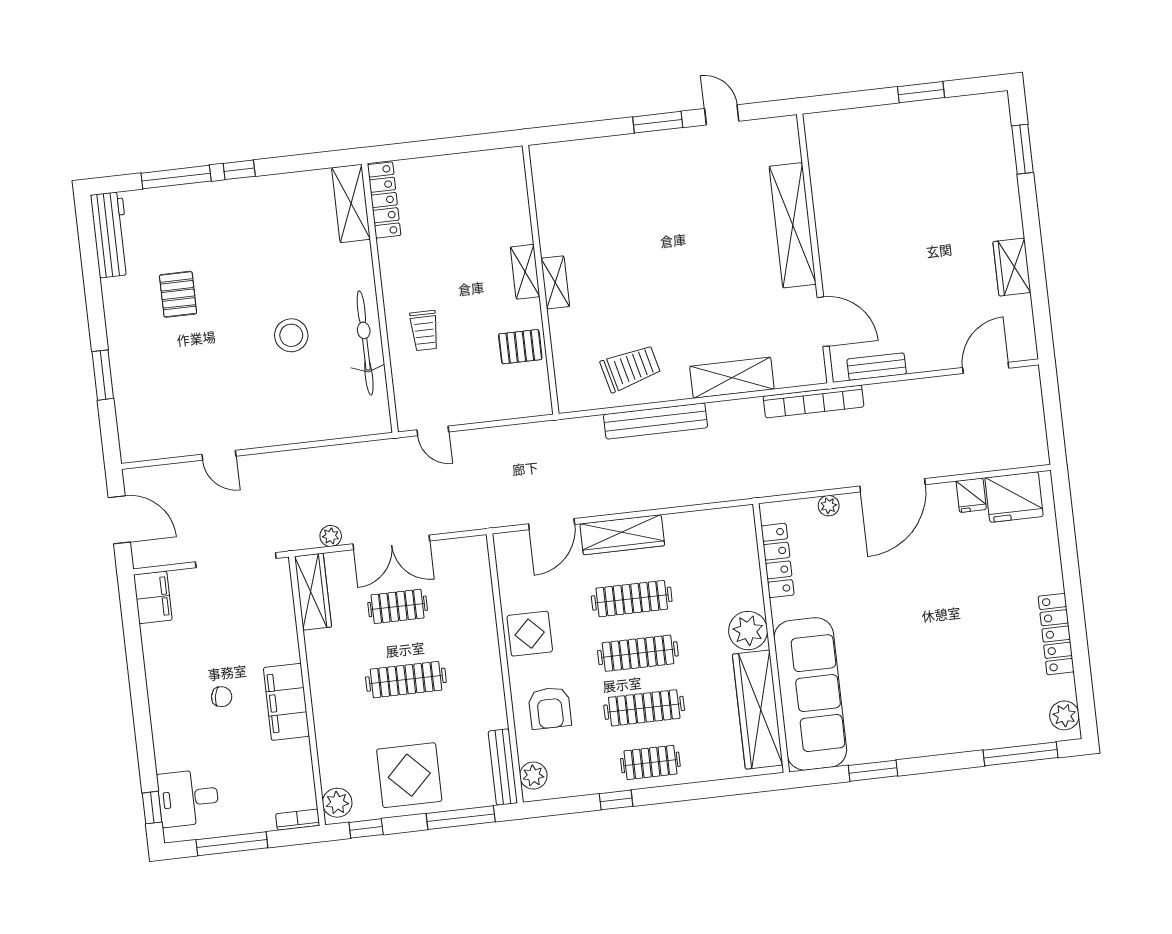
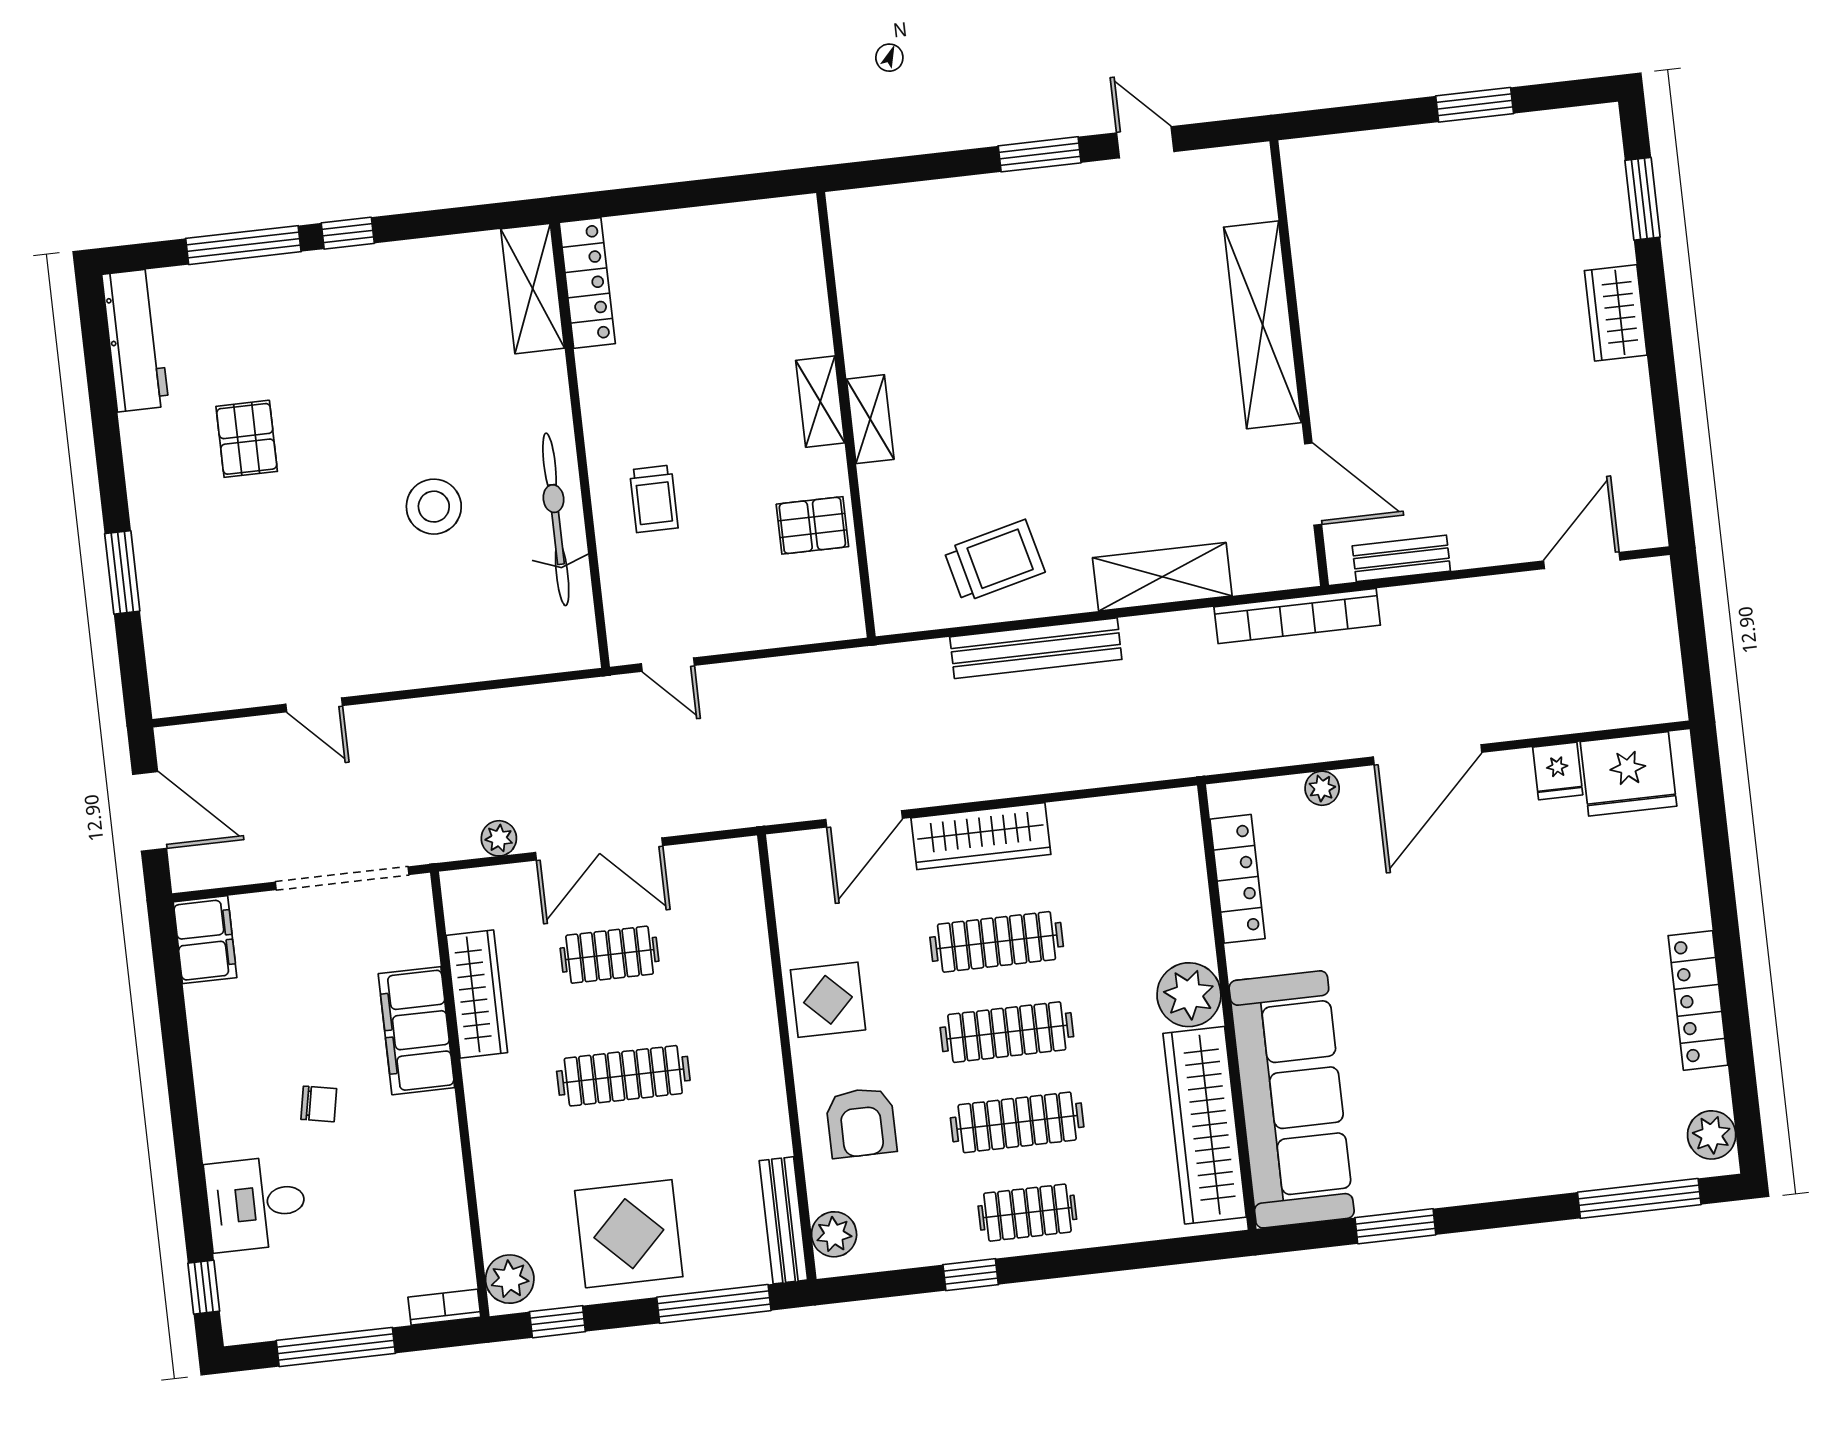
wardrobe: (1012, 267) -> (1616, 313), moved
wardrobe: (313, 592) -> (477, 994), moved
filing cabinet: (286, 702) -> (416, 1031), moved
desk: (188, 798) -> (256, 1204), moved

